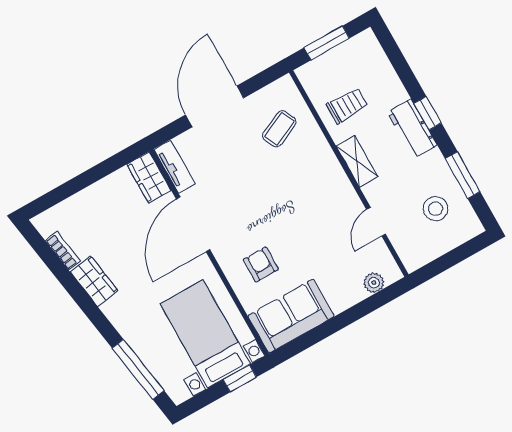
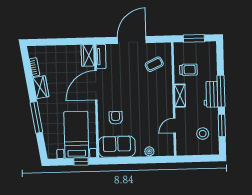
window: (428, 113) -> (221, 91), width x2.17
plant: (374, 283) -> (149, 151), moved
window: (138, 369) -> (36, 117), moved

